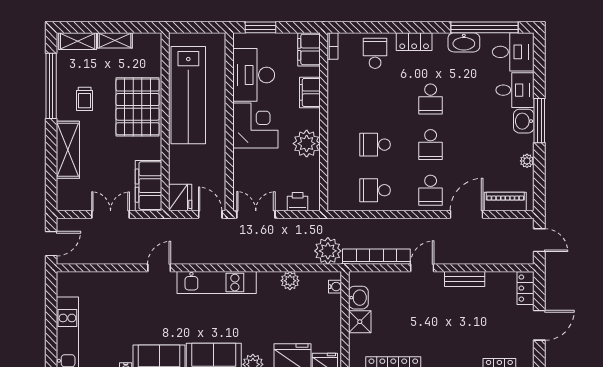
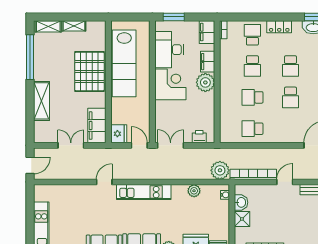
trolley: (85, 99) -> (53, 66), removed
plant: (307, 144) -> (205, 82), moved
school desk: (431, 190) -> (252, 66), moved

